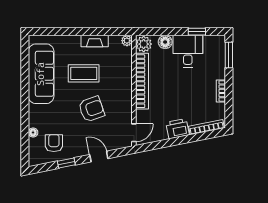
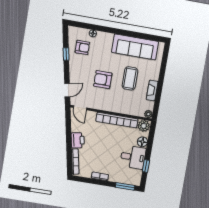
armchair: (91, 109) -> (103, 80), turned 109
door: (99, 157) -> (67, 90), moved

